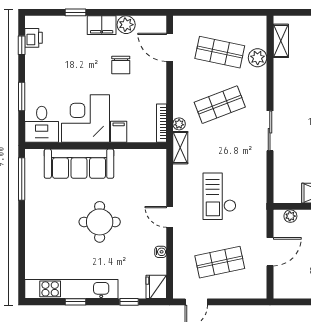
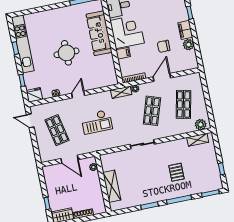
door: (170, 47) -> (162, 77), moved
plant: (258, 58) -> (201, 125), moved
shop shelf: (220, 105) -> (152, 111), turned 39
checkout: (219, 196) -> (97, 122), turned 180

